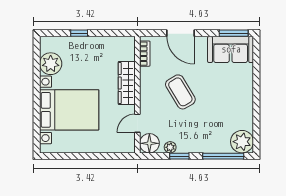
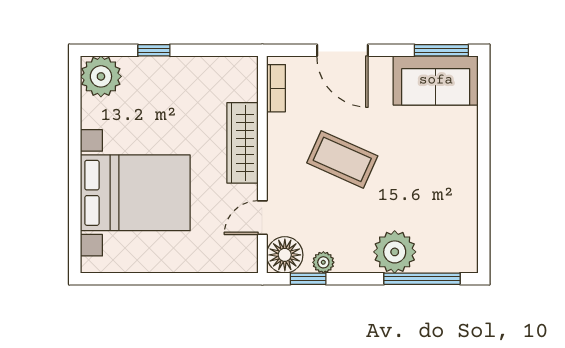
plant: (51, 64) -> (101, 76), moved
coffee table: (180, 92) -> (342, 159), turned -35
plant: (242, 142) -> (395, 252), moved
window: (179, 156) -> (308, 279), moved

